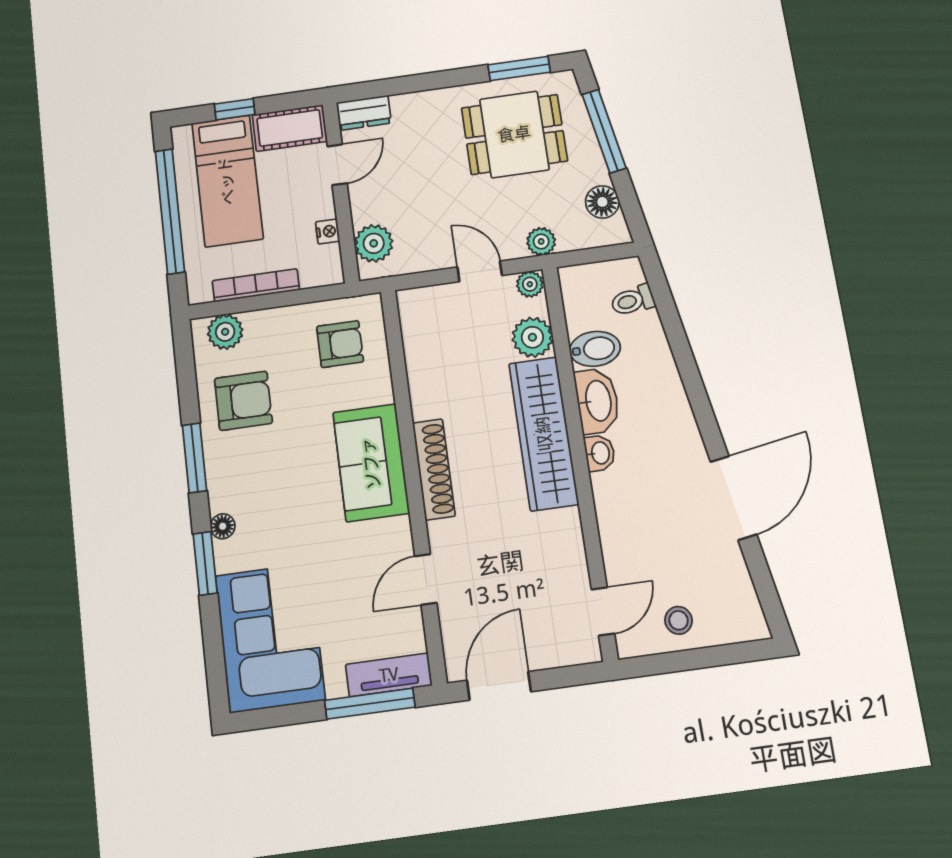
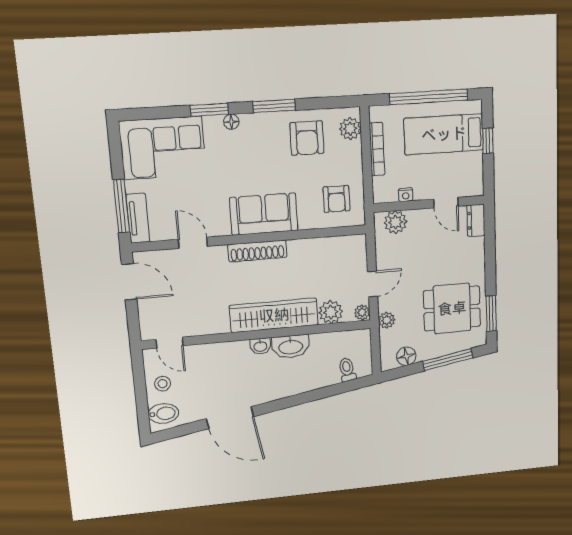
cot: (290, 128) -> (472, 175), removed
dining table: (514, 134) -> (452, 308), turned 90
bidet: (595, 349) -> (163, 414), moved, turned -90

